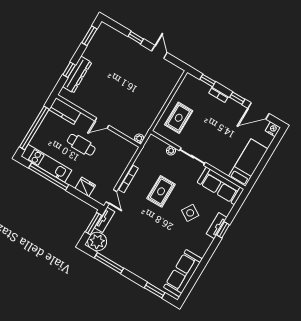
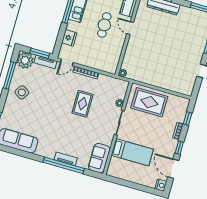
rug: (179, 118) -> (149, 102), width x1.36, depth x1.43
door: (102, 123) -> (130, 28), moved
bed: (248, 163) -> (132, 152), moved
sofa: (221, 186) -> (99, 158), width x0.73
rug: (161, 191) -> (83, 104), turned 90
side table: (190, 213) -> (22, 92), moved
window: (223, 230) -> (64, 165), width x3.17

